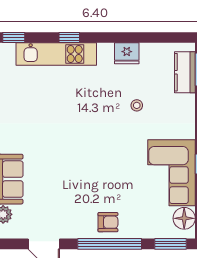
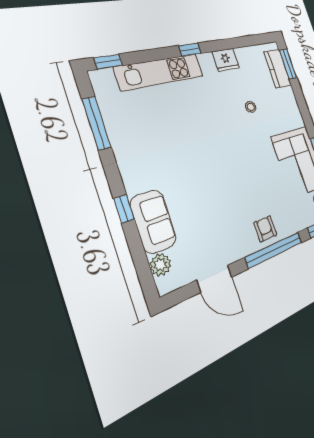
window: (69, 38) -> (190, 49), moved
armchair: (108, 222) -> (265, 229), turned -90

